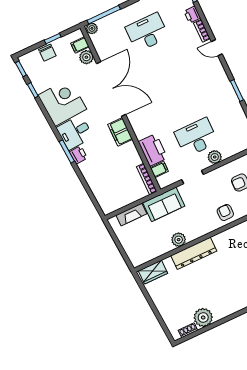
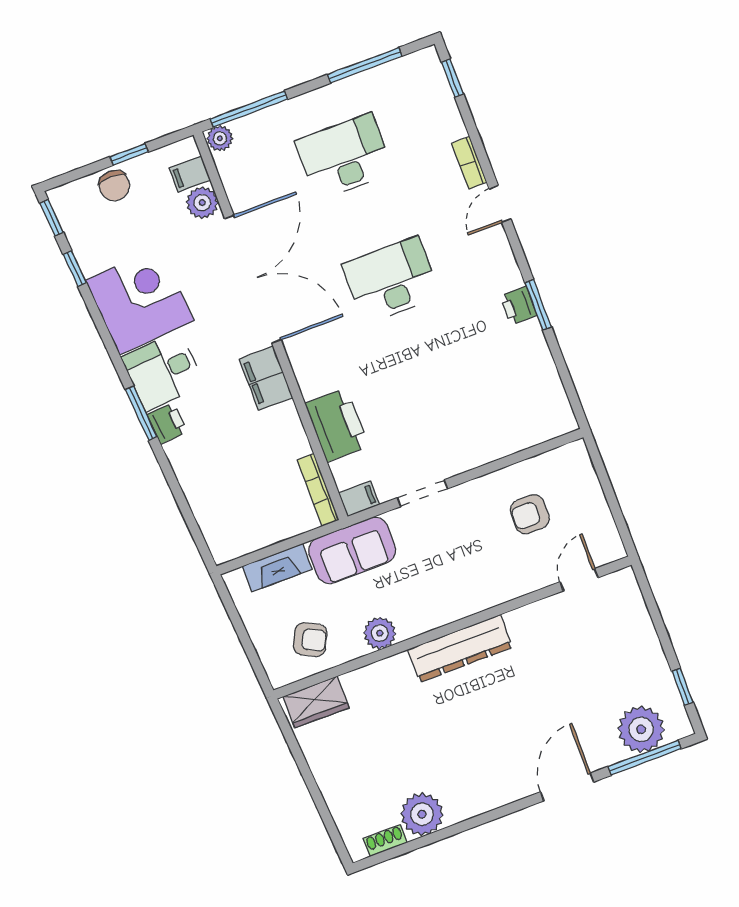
printer: (192, 15) -> (518, 306), moved
door: (217, 48) -> (500, 204), hinge flipped
desk: (196, 137) -> (391, 280), moved
plant: (215, 157) -> (476, 452), removed
filing cabinet: (159, 169) -> (359, 499), moved
armchair: (225, 213) -> (310, 640), moved, turned 117
dresser: (194, 253) -> (460, 648), moved

